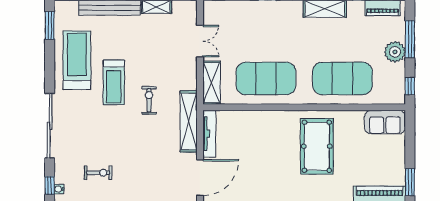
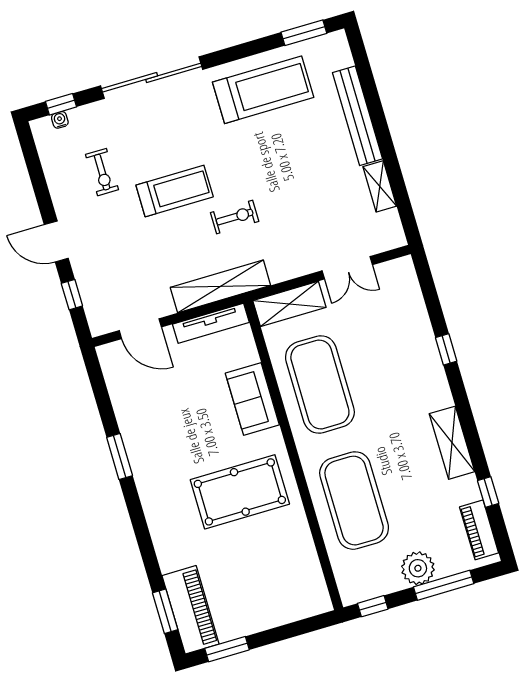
treadmill: (114, 82) -> (175, 191), moved, turned 180
sofa: (385, 122) -> (252, 399), moved
door: (200, 178) -> (140, 329), width x0.73

